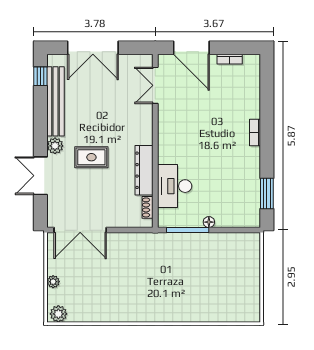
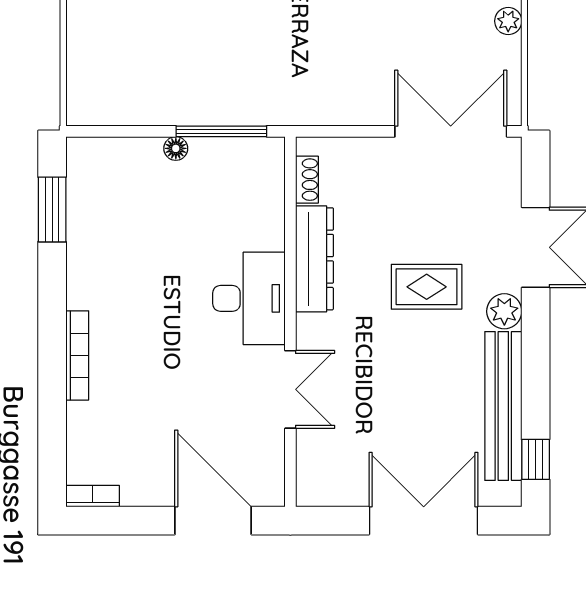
bookcase: (230, 59) -> (93, 496), moved
double door: (155, 85) -> (290, 389), moved
bookcase: (255, 133) -> (77, 355), width x1.56
desk: (175, 186) -> (249, 298), moved

